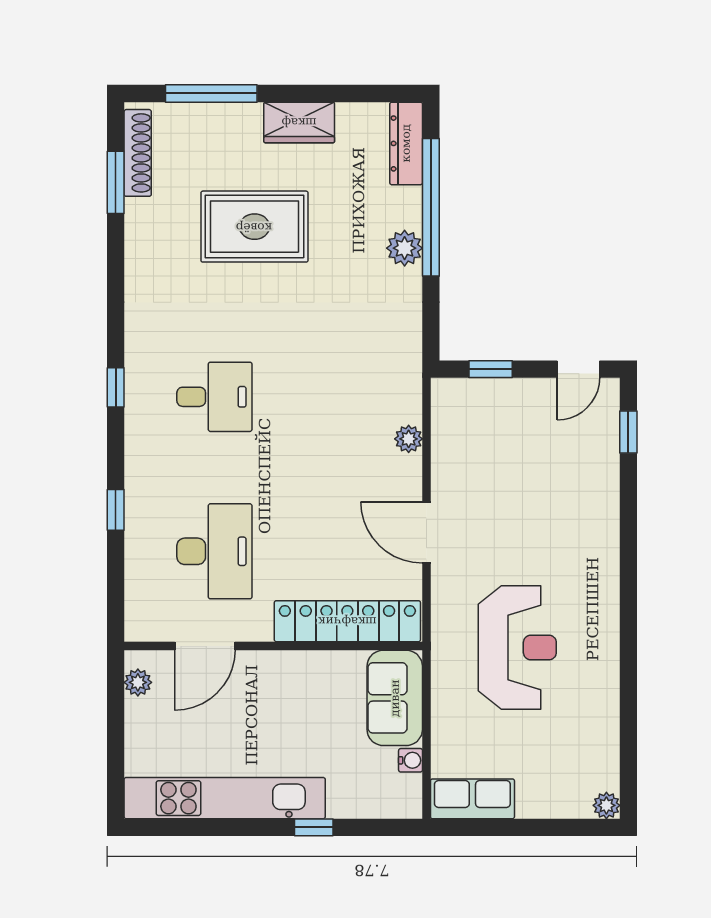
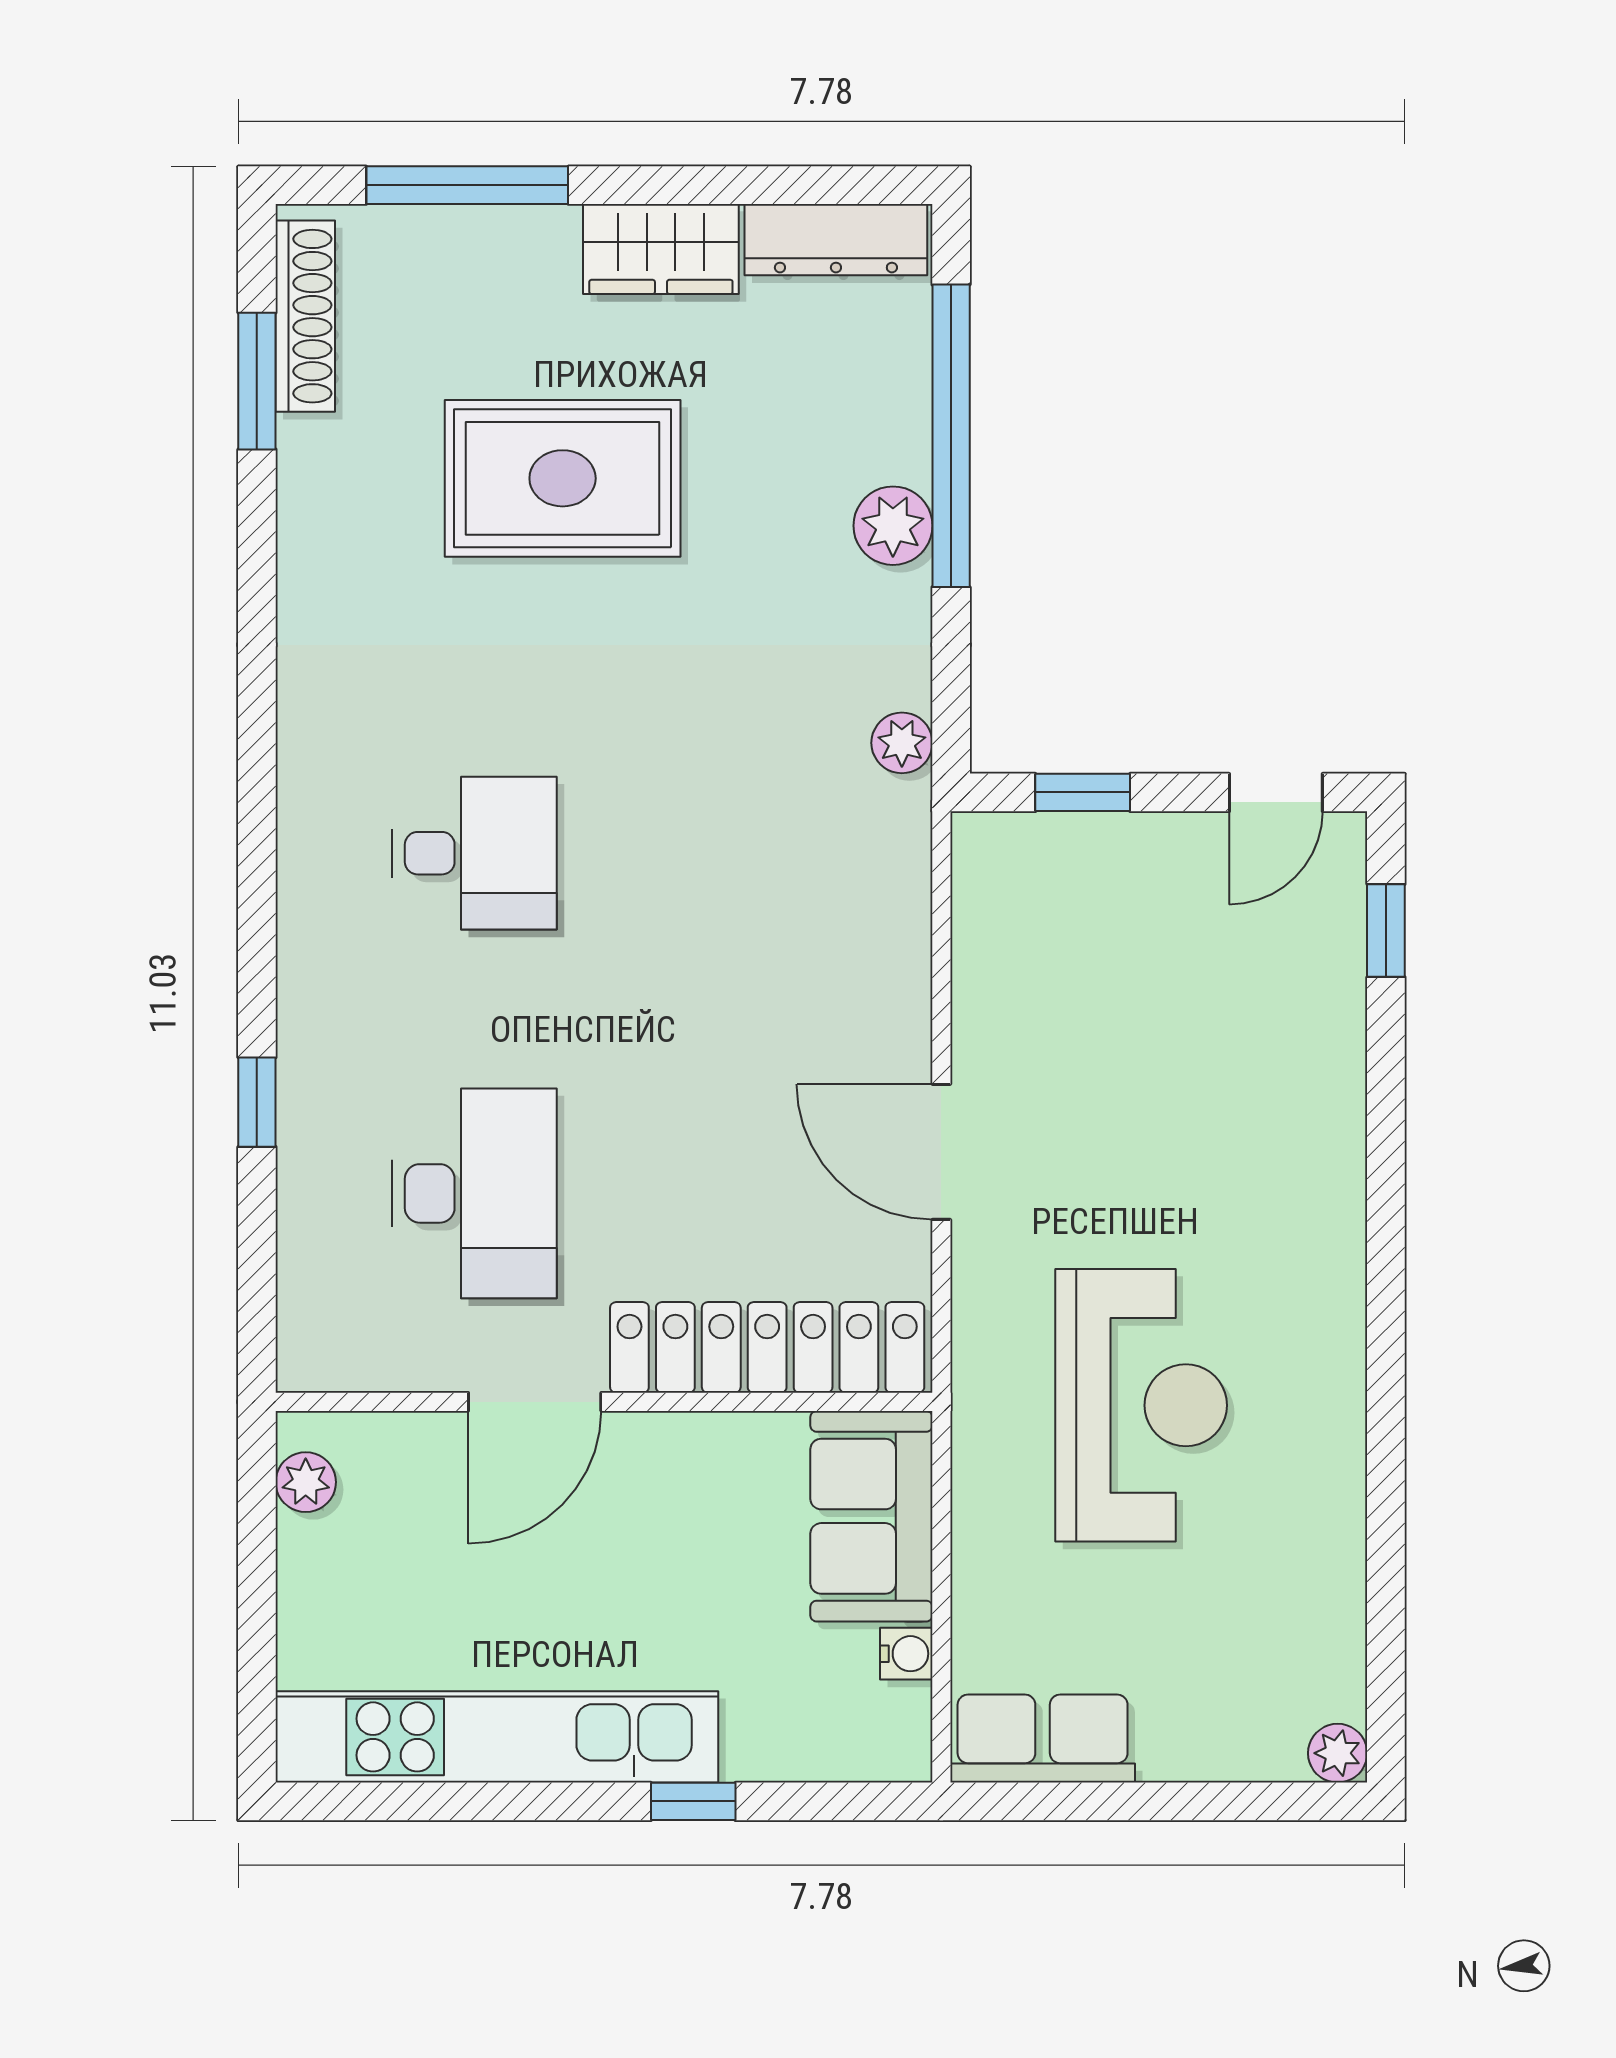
dresser: (406, 143) -> (836, 240), moved, turned -90
window: (116, 387) -> (257, 833), removed
plant: (409, 439) -> (902, 743), moved
door: (205, 646) -> (535, 1402), moved

